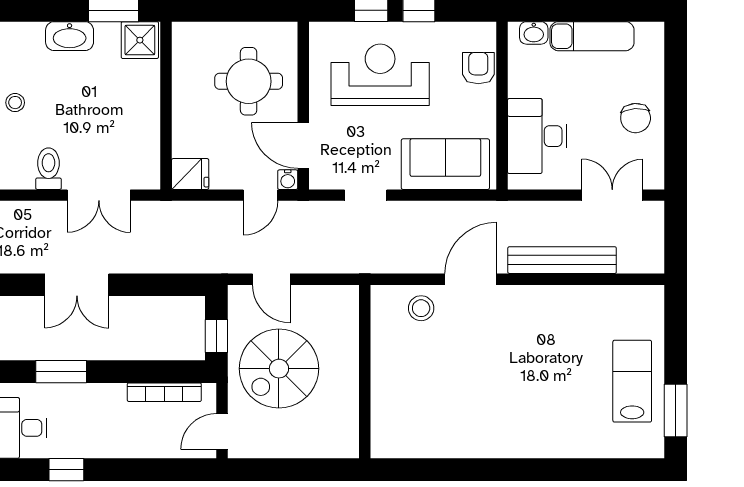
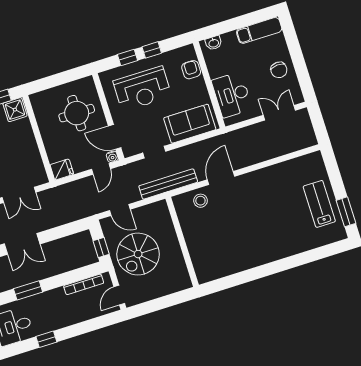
exam couch: (592, 36) -> (259, 30), moved
reception desk: (380, 75) -> (142, 89), turned 180
bench: (562, 260) -> (168, 184), moved

